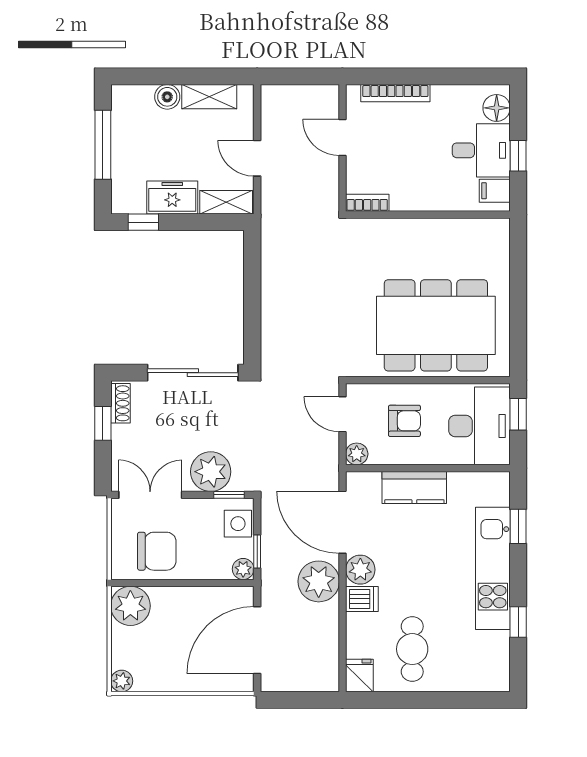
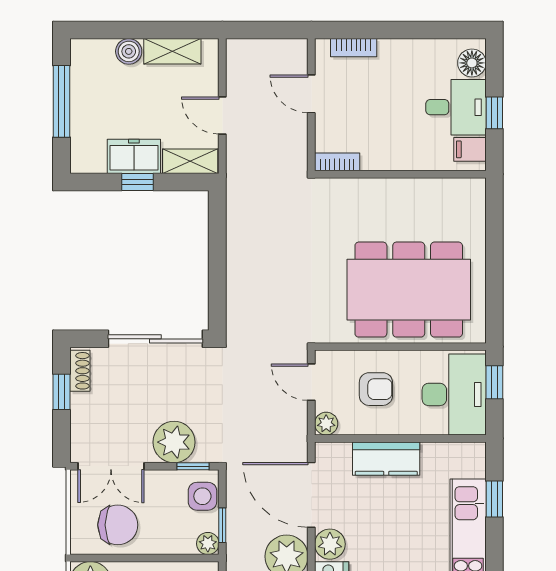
bookcase: (395, 93) -> (354, 48), width x0.64
window: (143, 222) -> (138, 182), moved
double door: (150, 495) -> (111, 466), swing flipped

